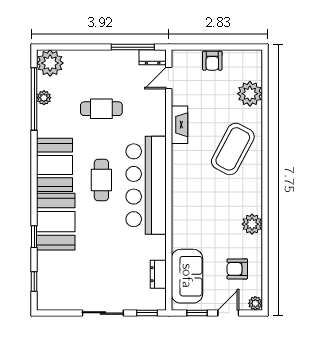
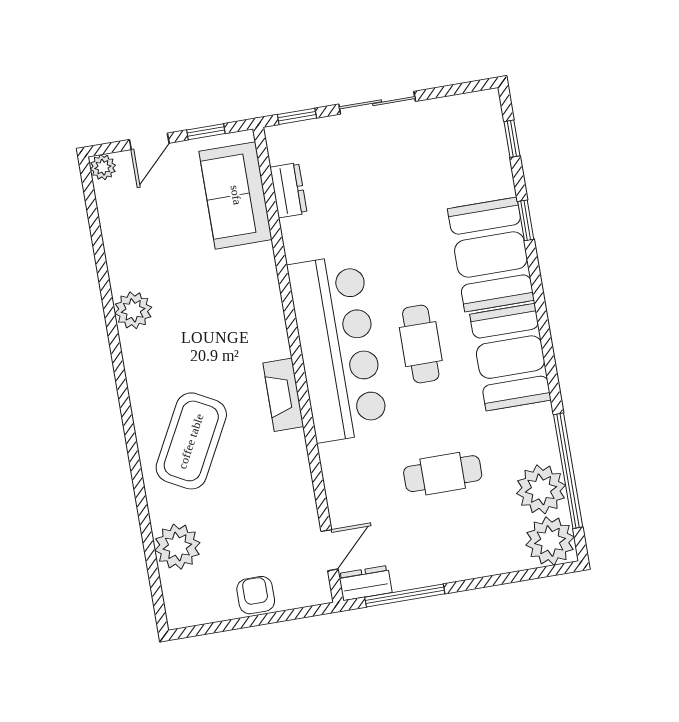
plant: (44, 98) -> (541, 489), width x1.88, depth x1.88
fireplace: (179, 125) -> (283, 395), moved
armchair: (237, 269) -> (146, 224), removed

